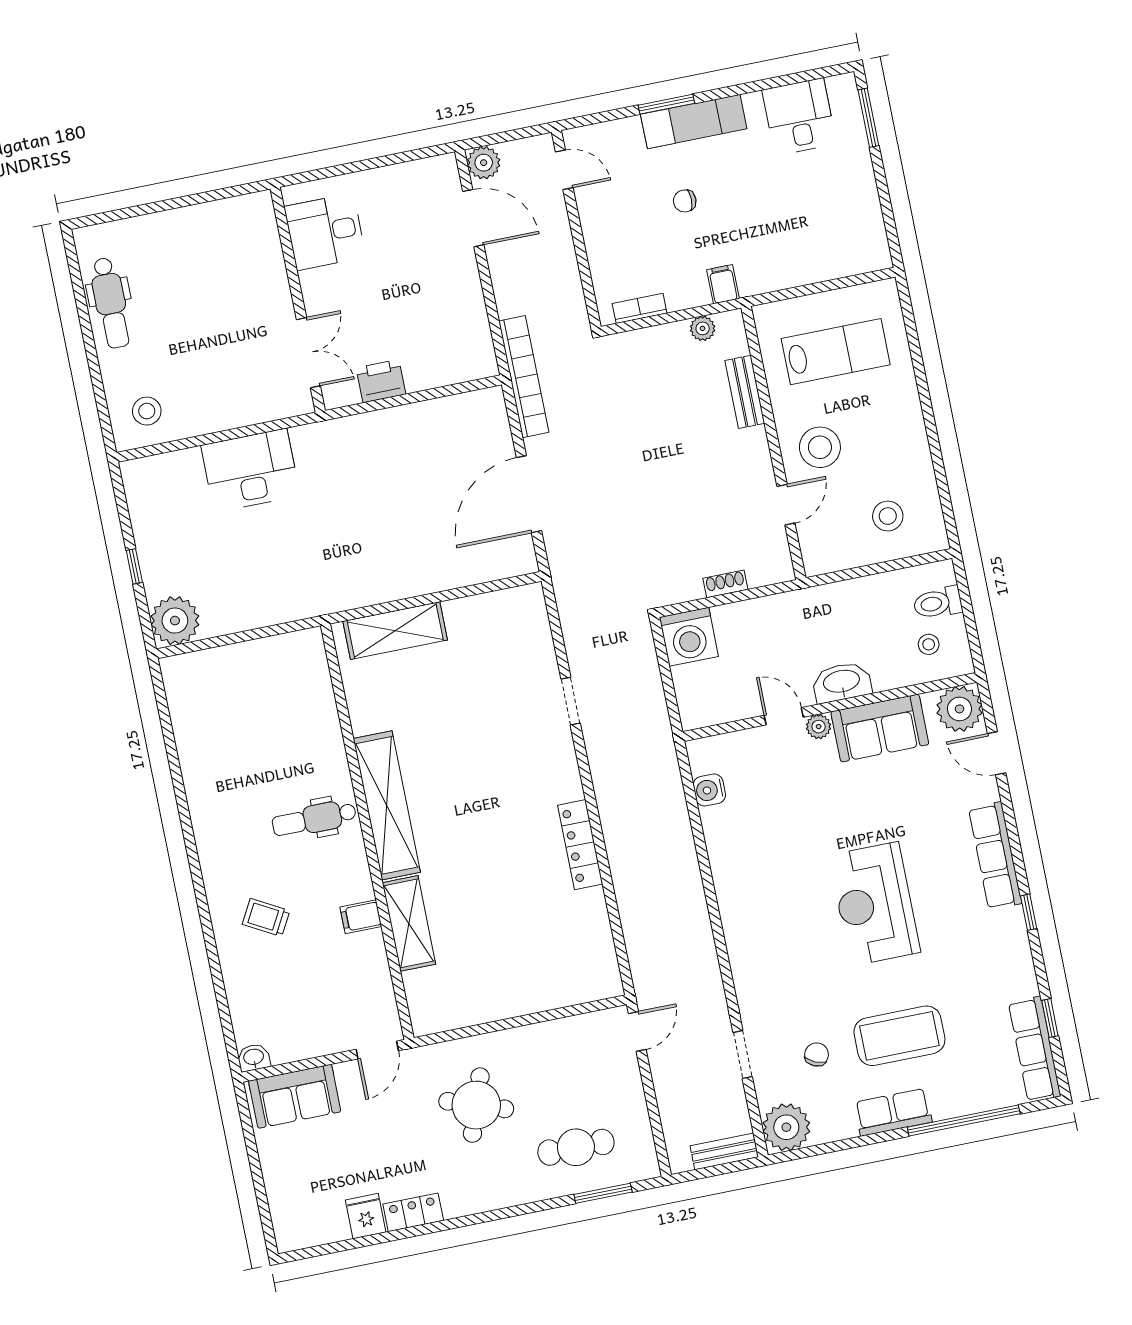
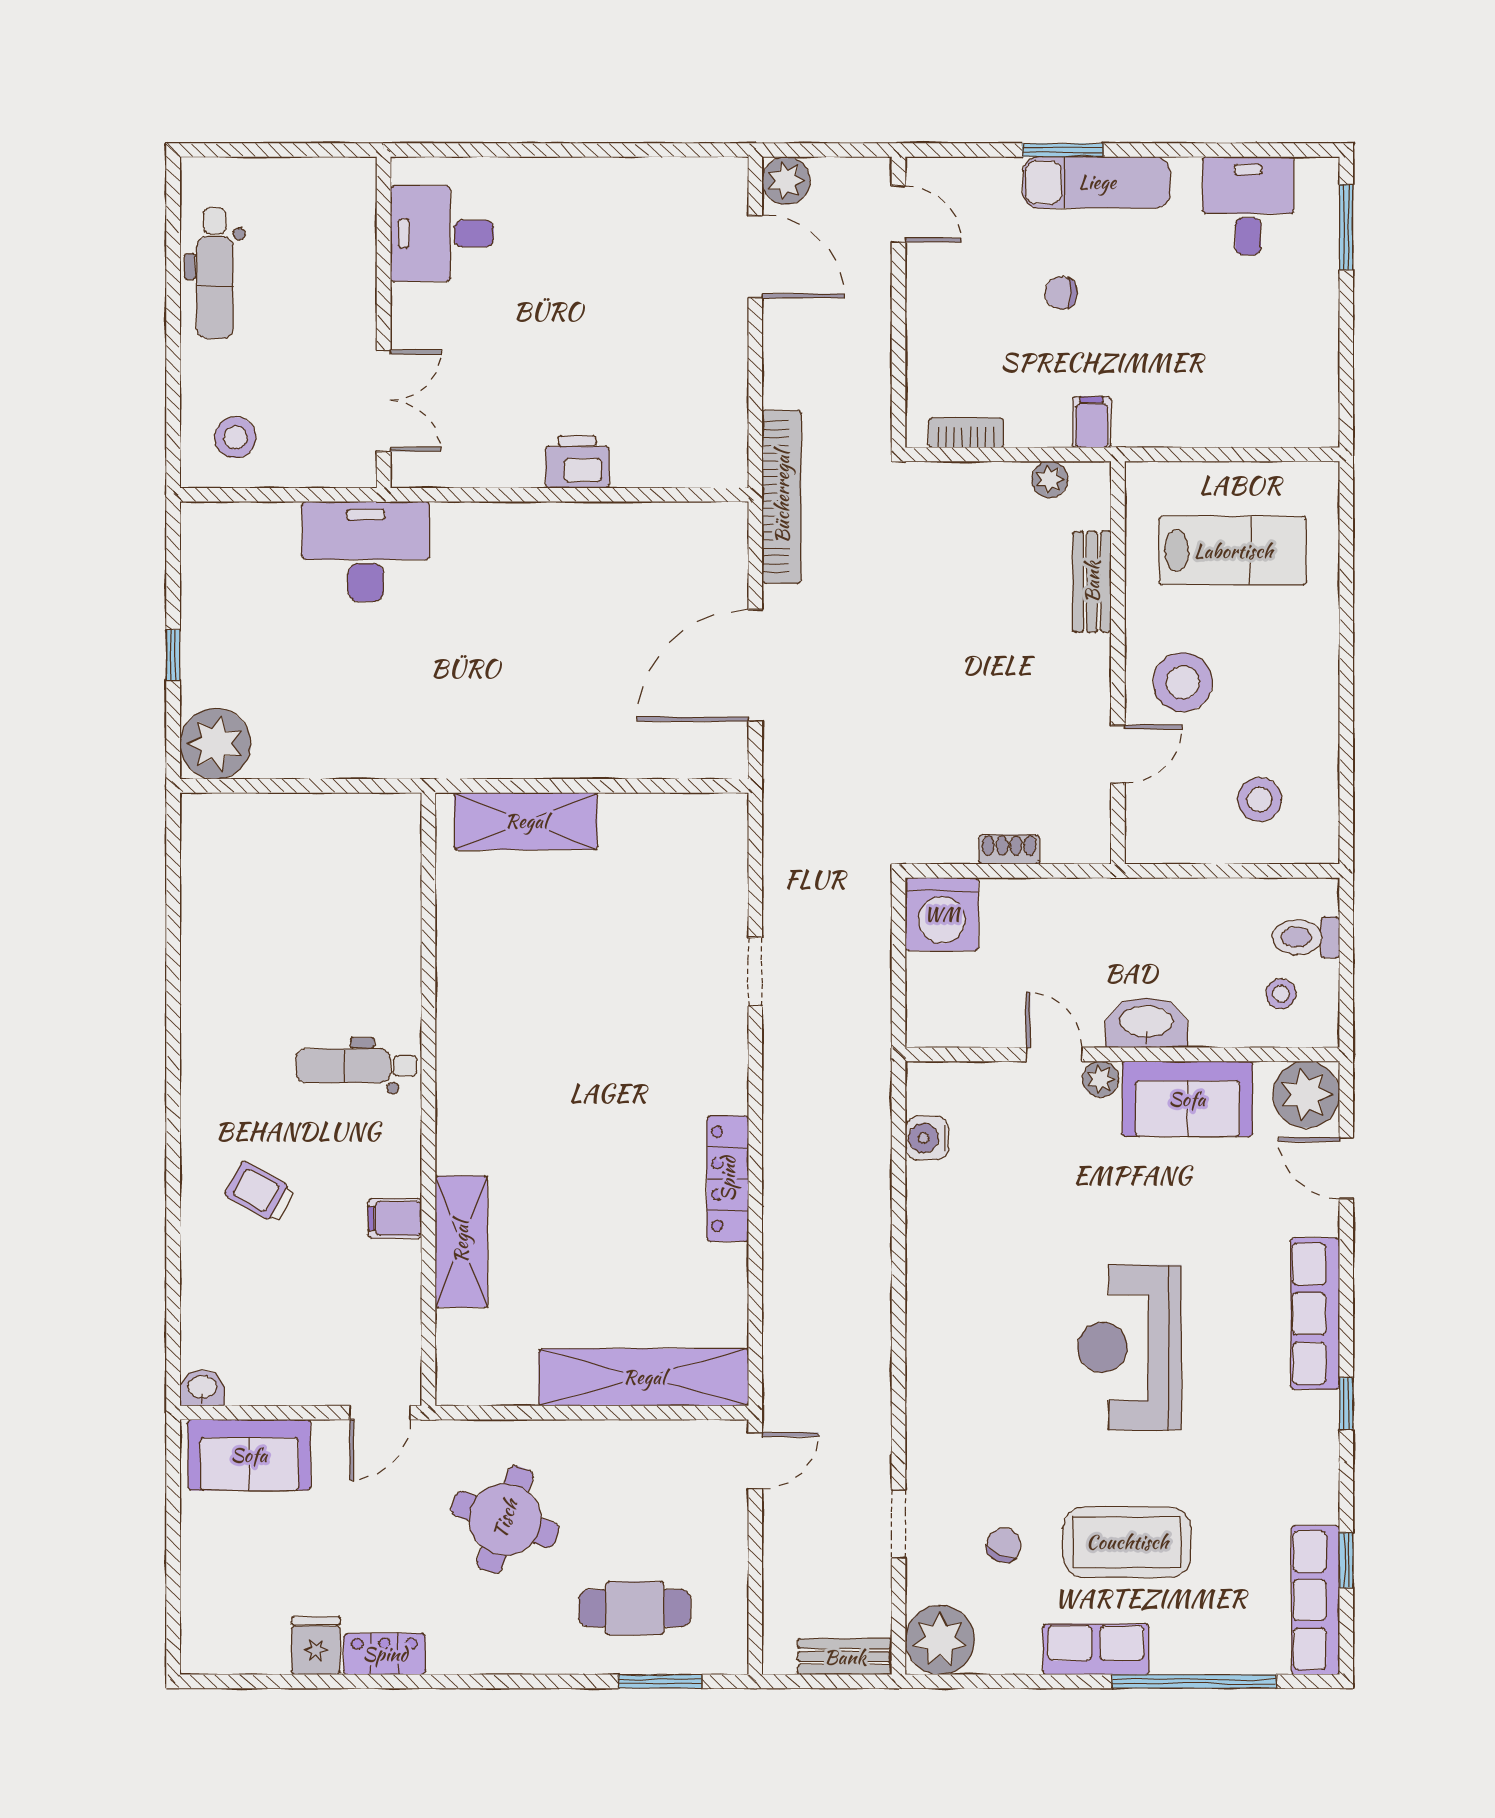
desk: (325, 232) -> (442, 234), moved
wall: (298, 300) -> (384, 322), moved
double door: (308, 353) -> (384, 401), moved
shelving: (387, 805) -> (644, 1377), moved, turned 90

